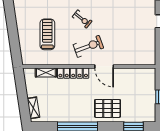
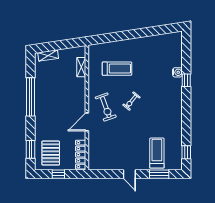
locker: (73, 73) -> (81, 155), moved
pallet: (108, 108) -> (51, 153), moved

